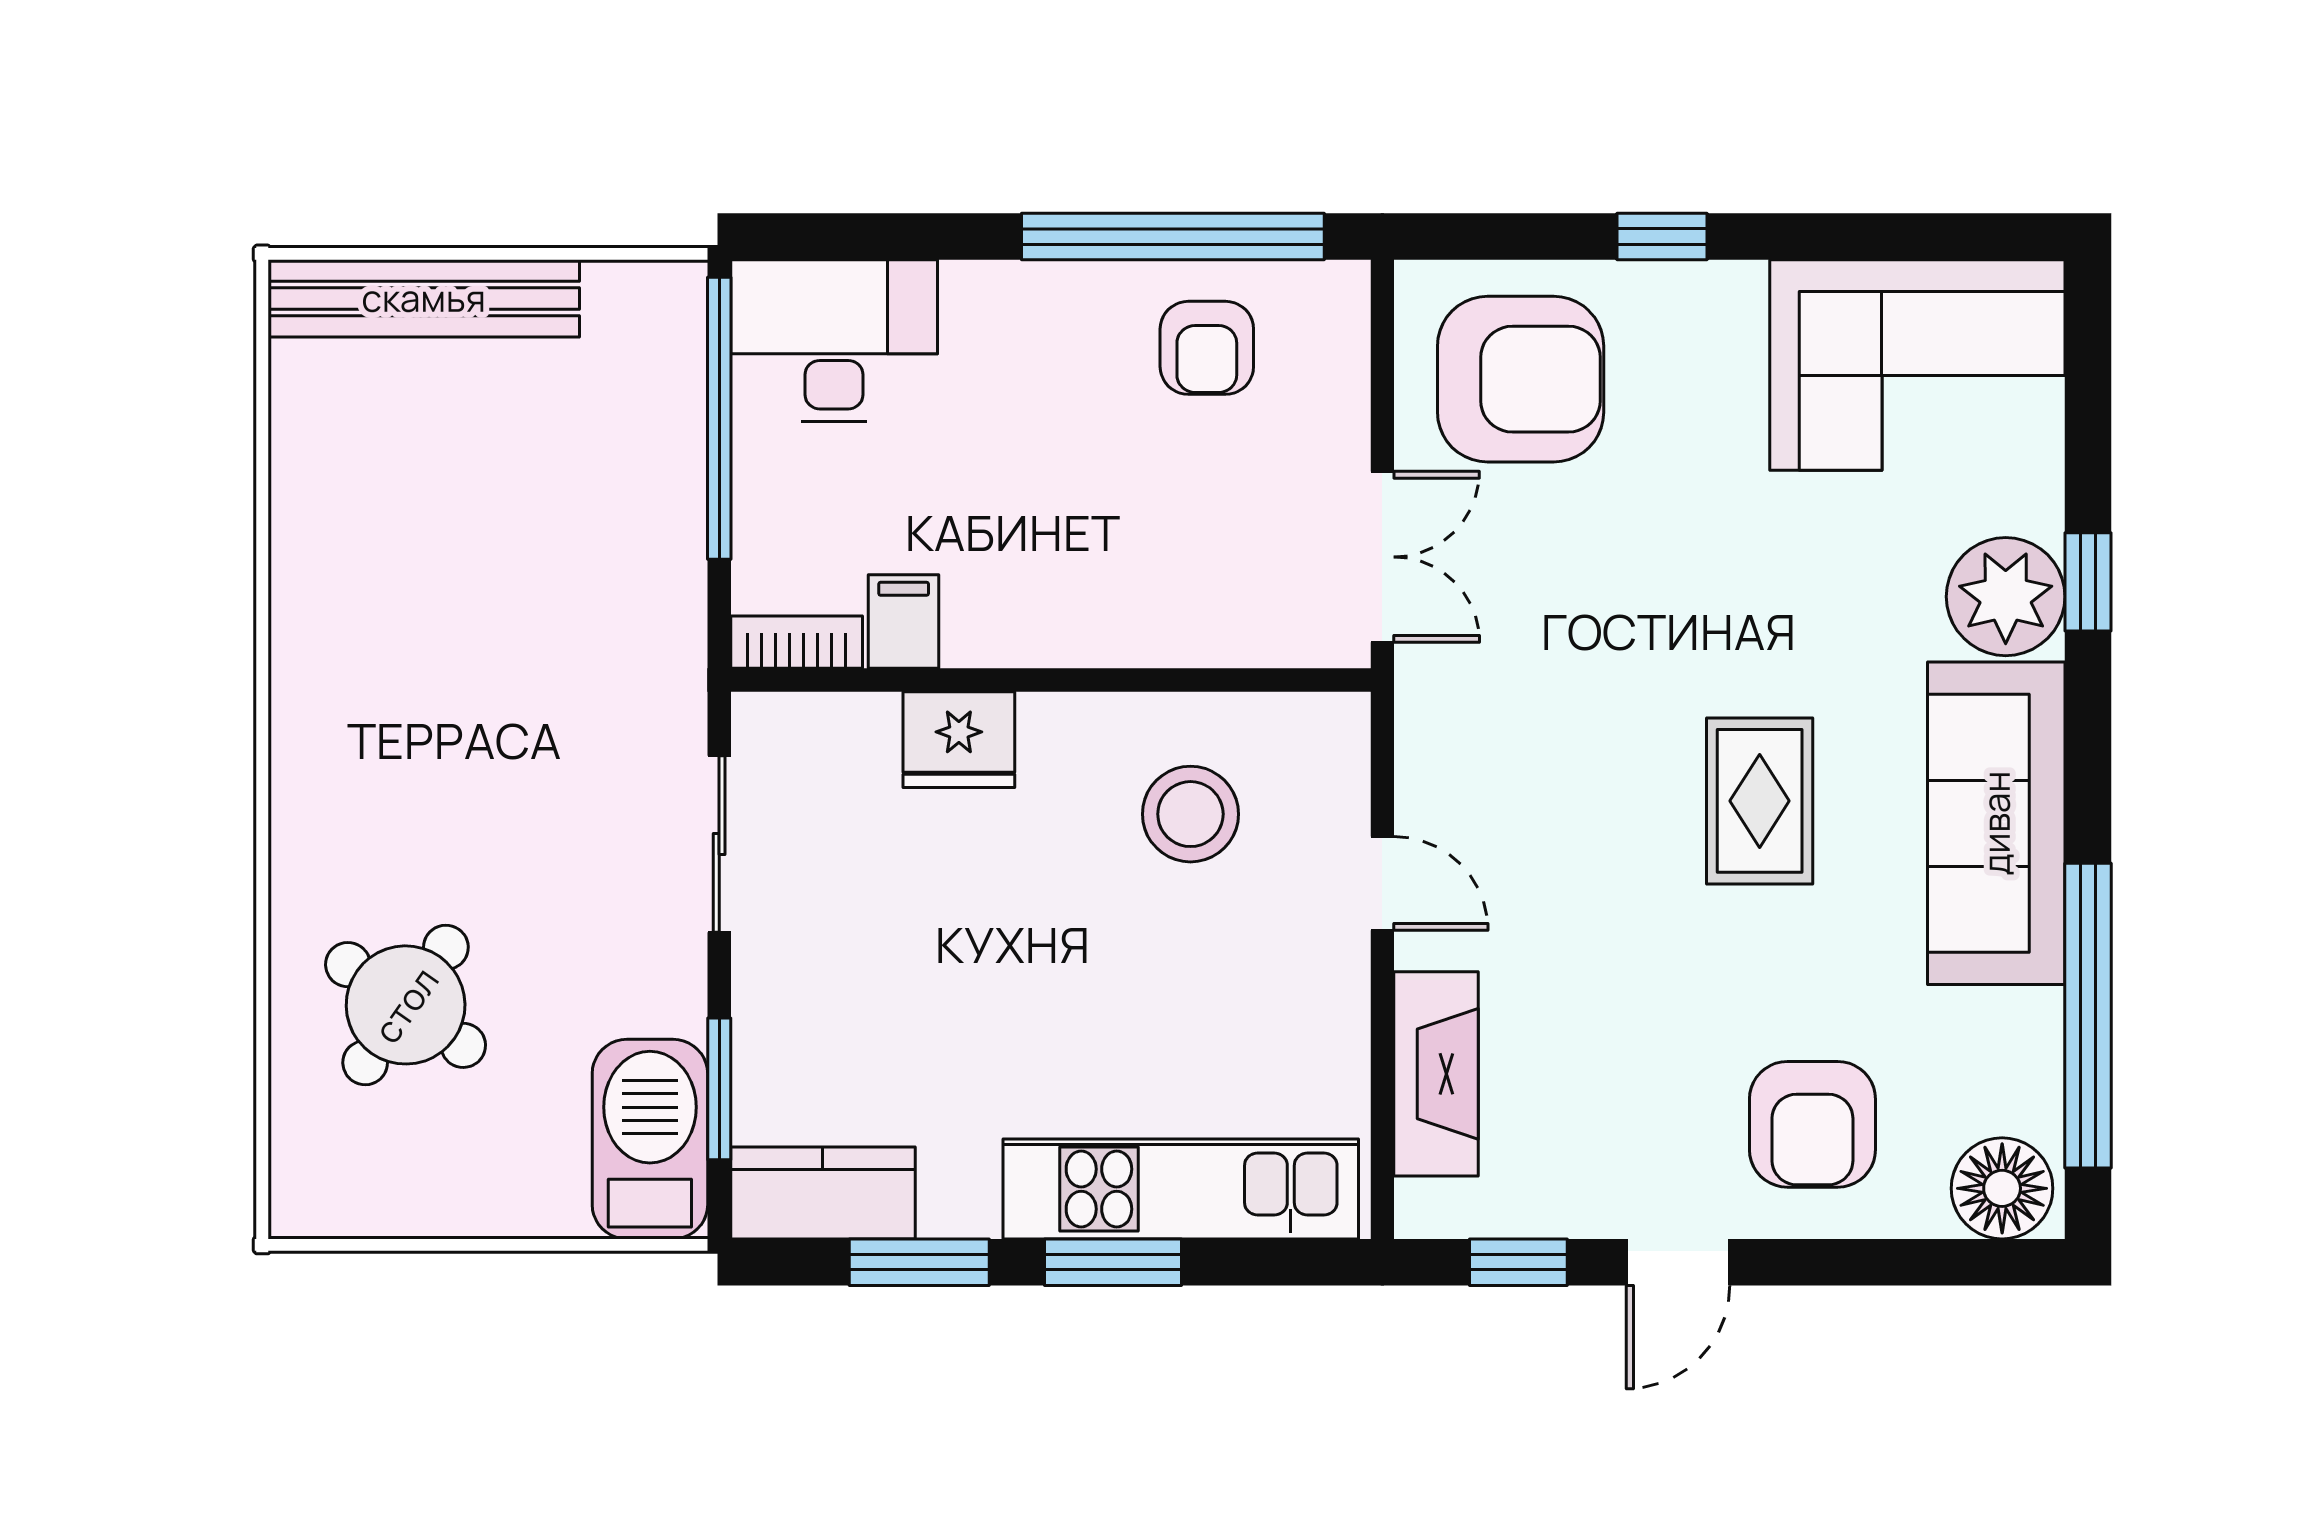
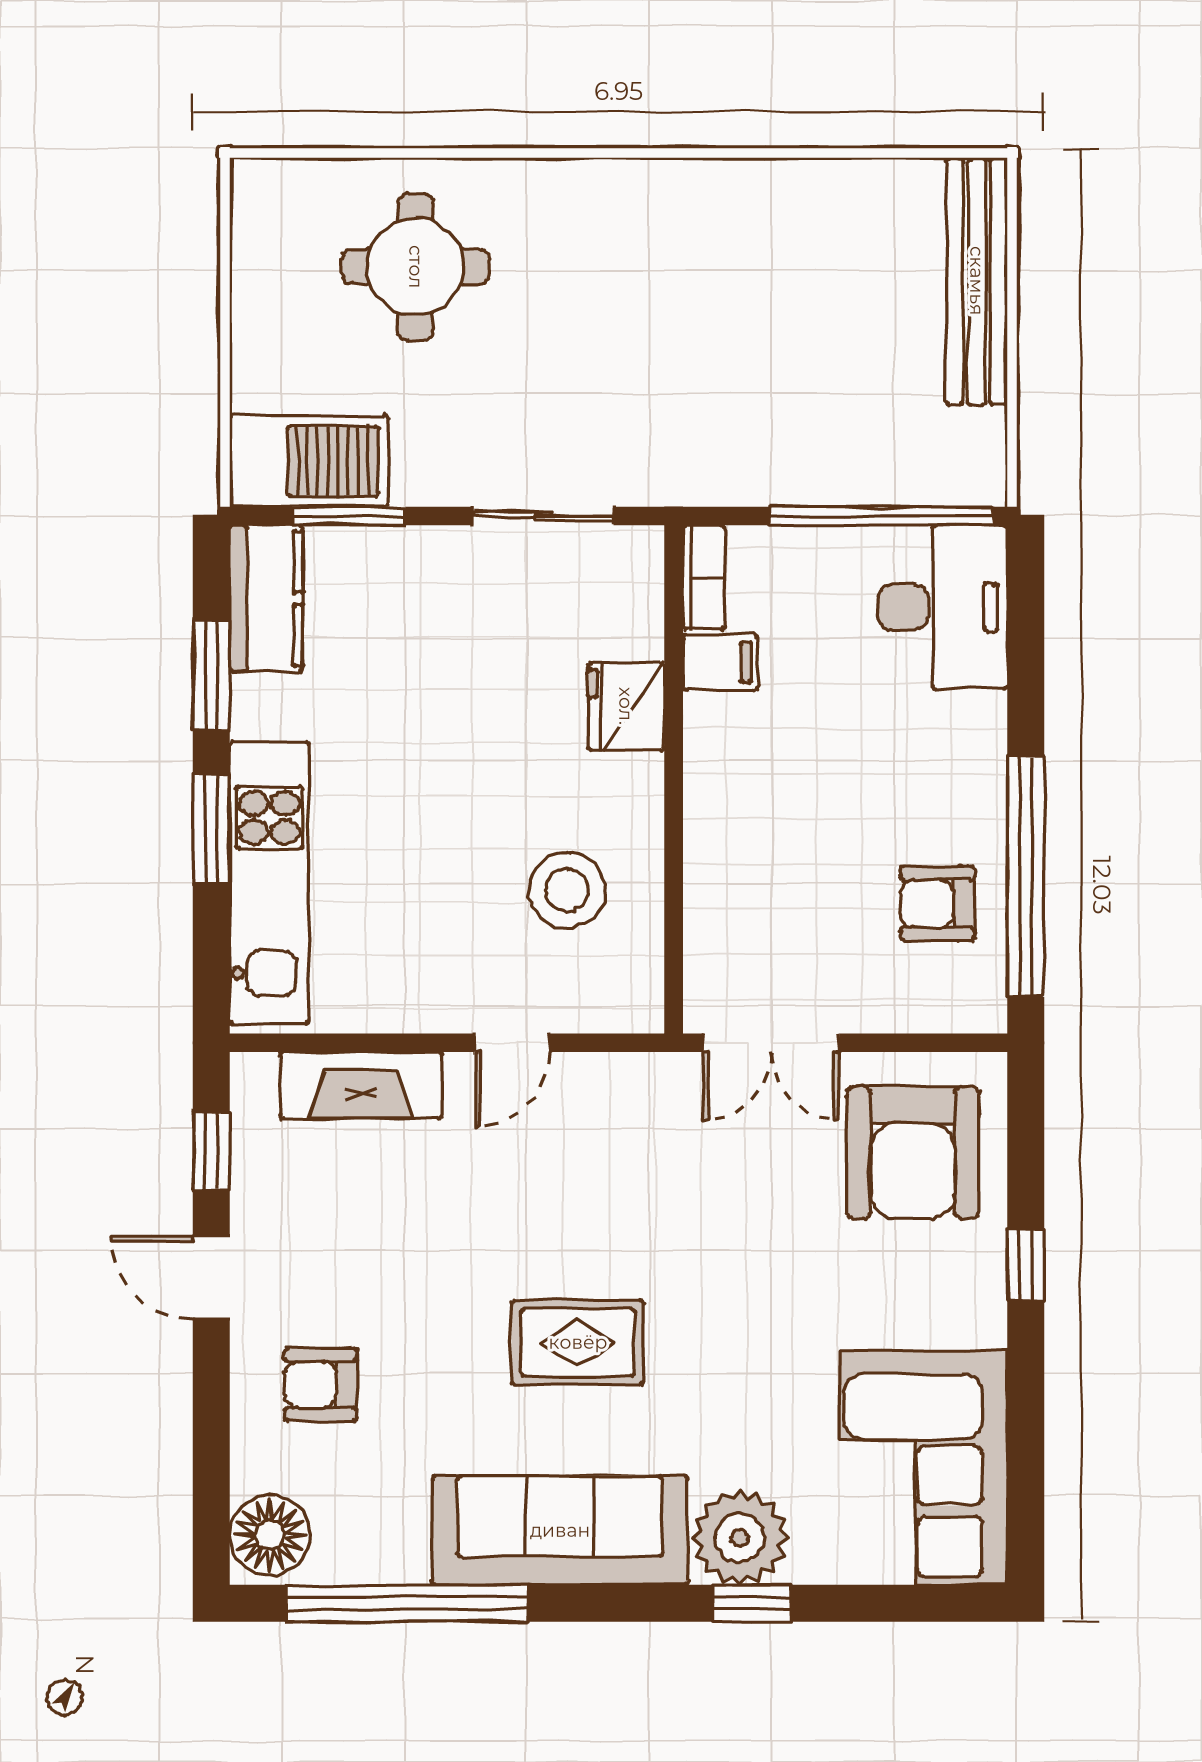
round table: (406, 1005) -> (416, 267), turned -35
armchair: (1812, 1124) -> (321, 1384), width x0.72, depth x0.72

